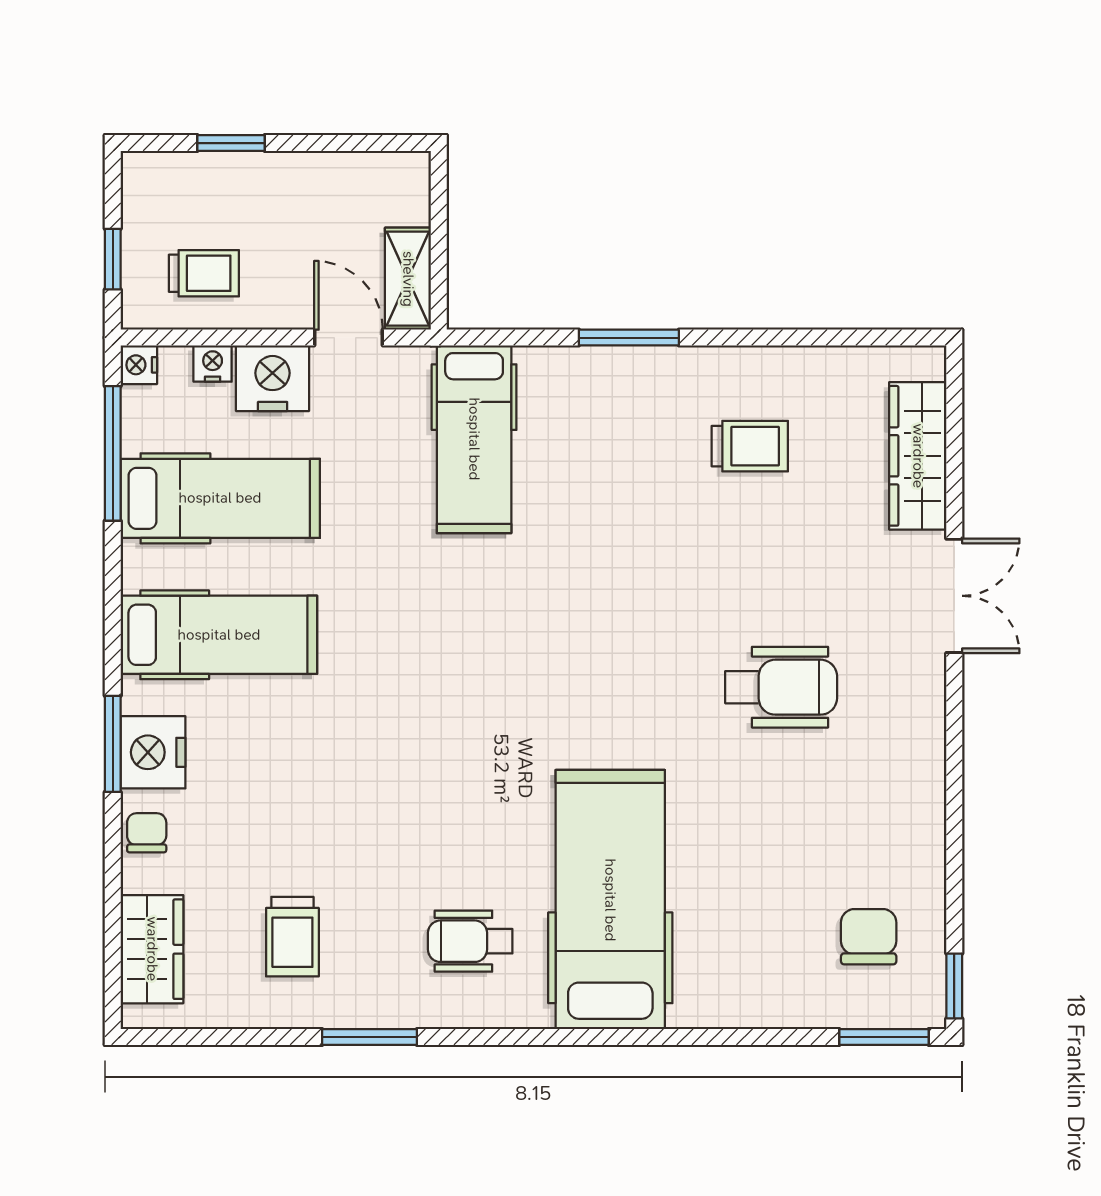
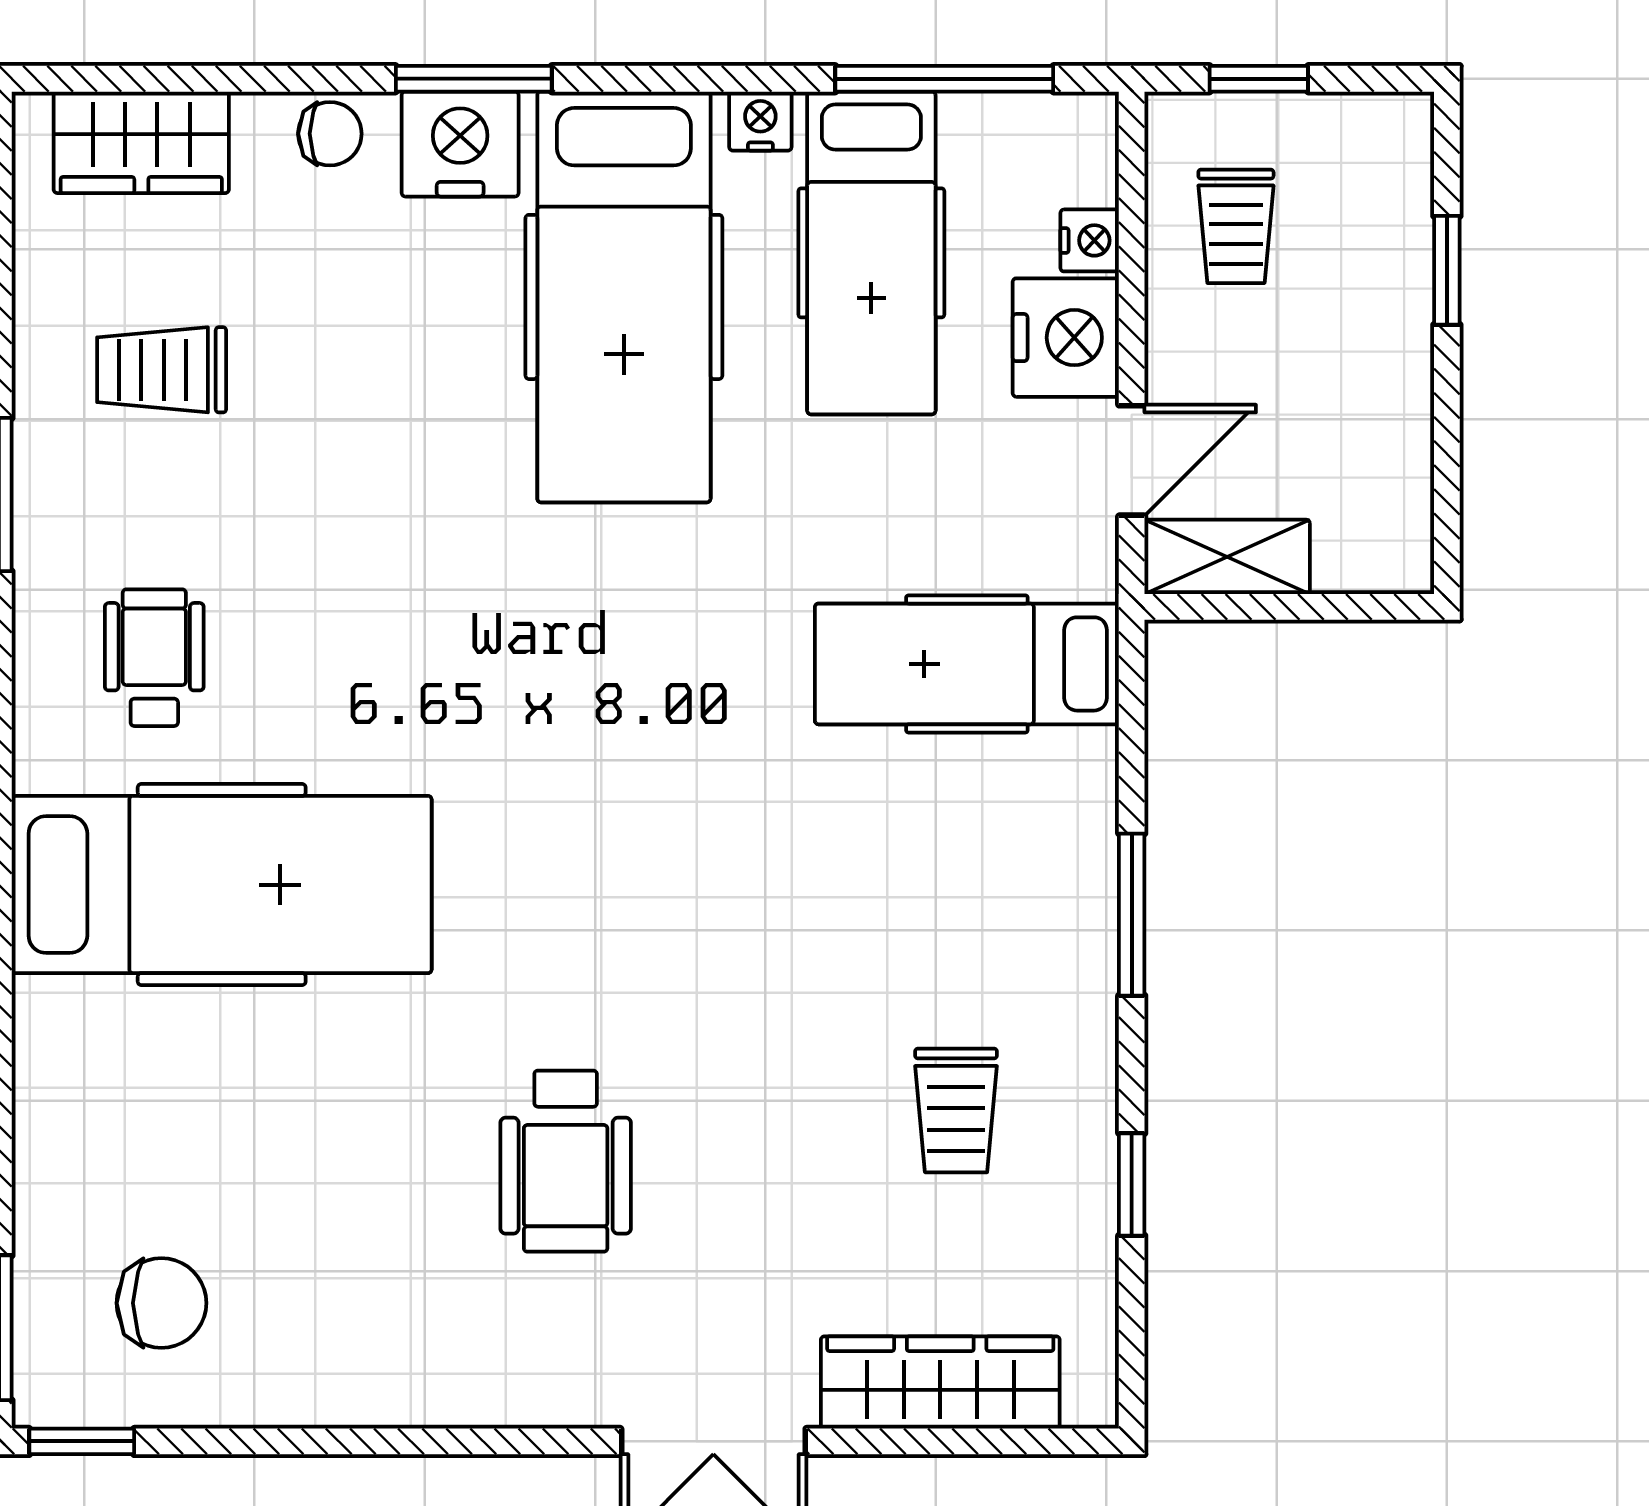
window: (795, 338) -> (1132, 1184), added
nightstand: (139, 365) -> (760, 121), moved
hospital bed: (219, 635) -> (624, 297), width x1.37, depth x1.29

